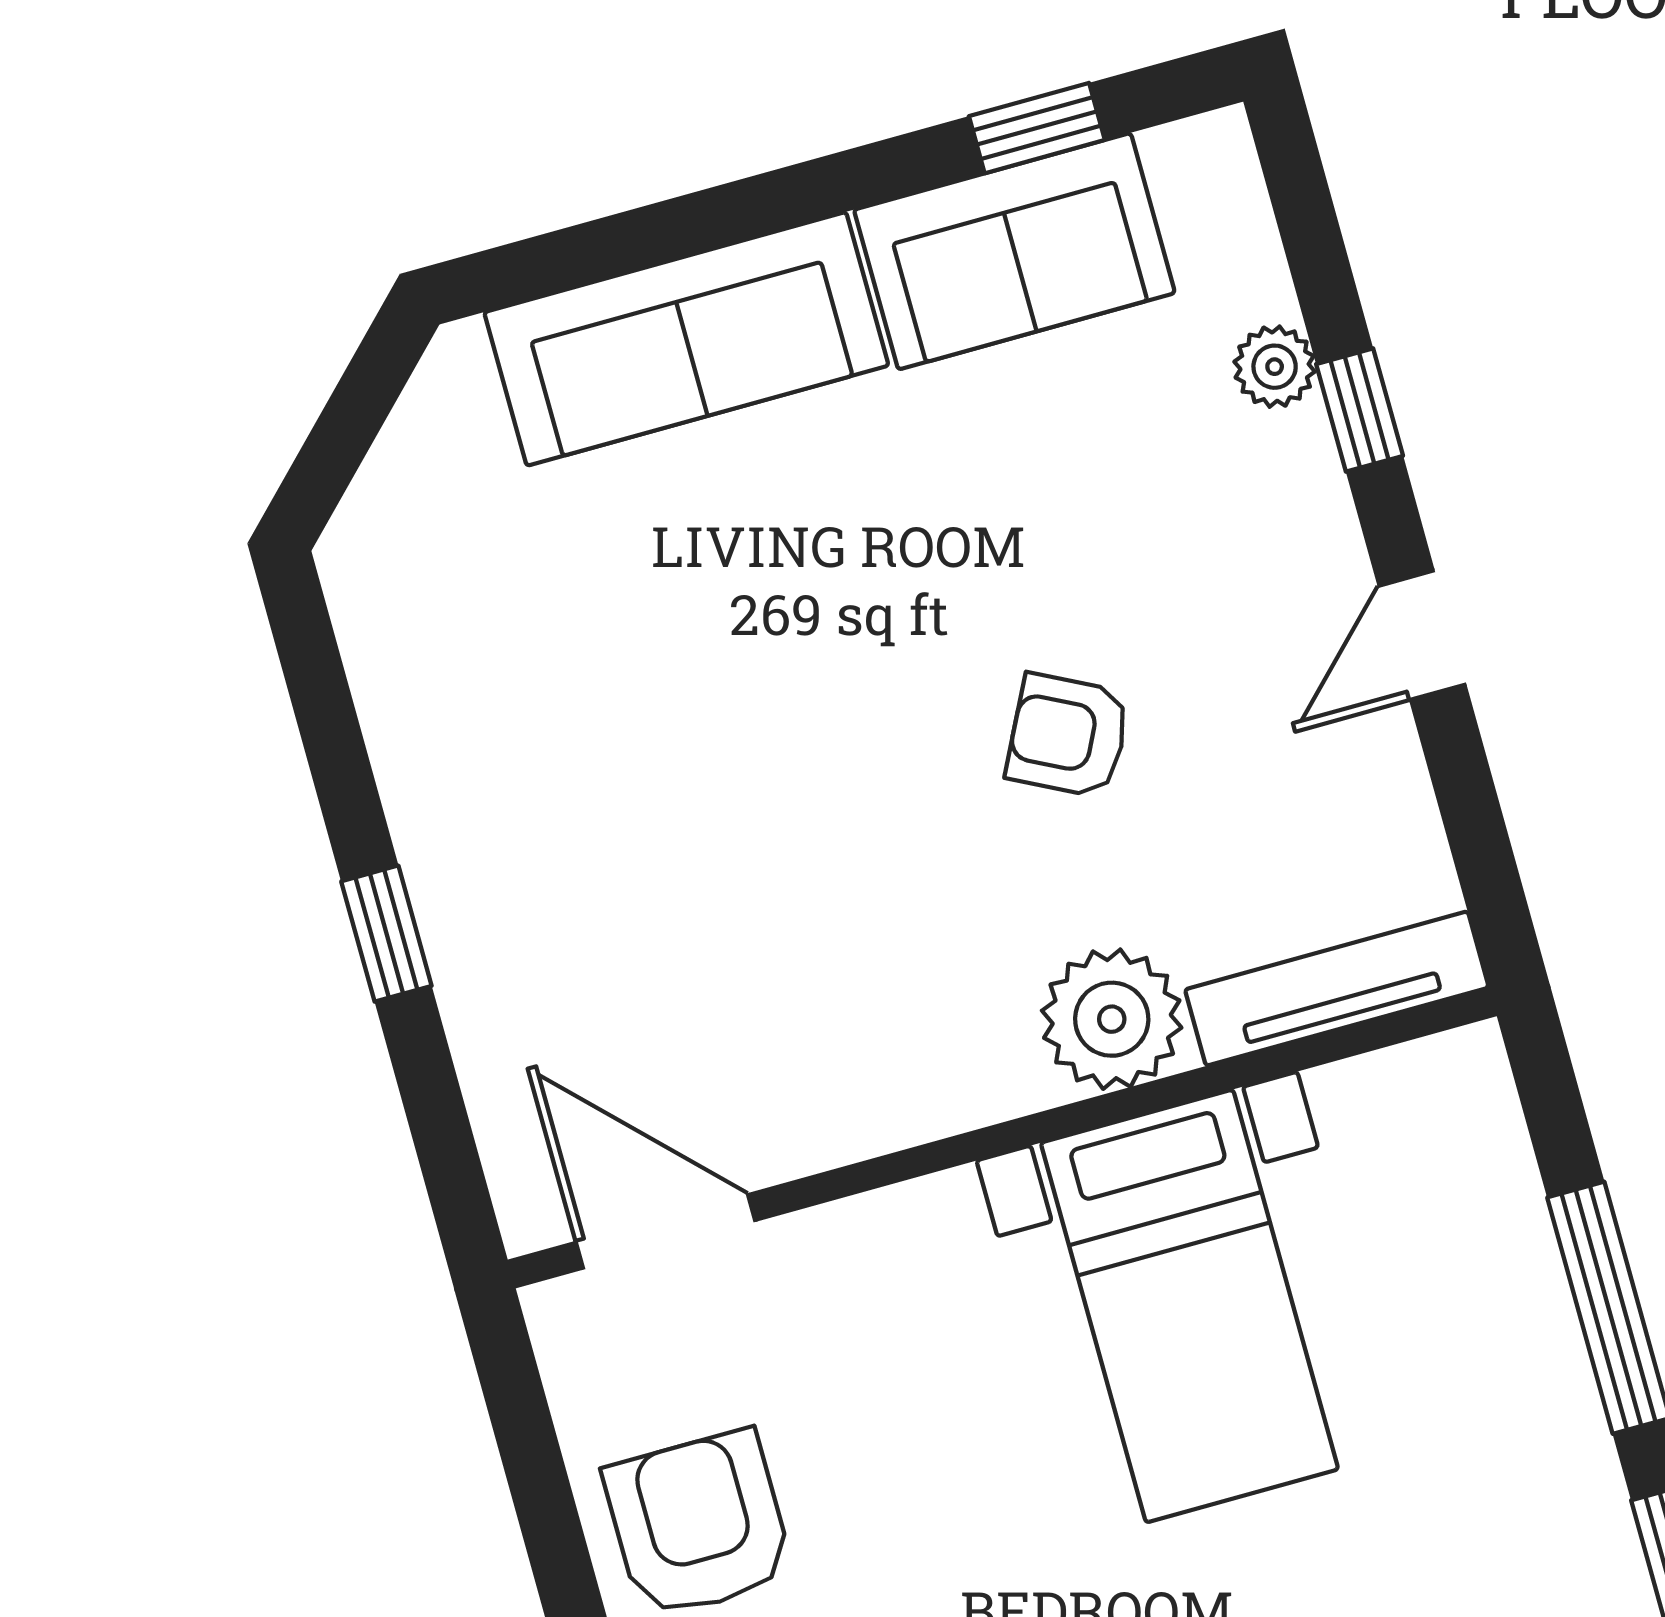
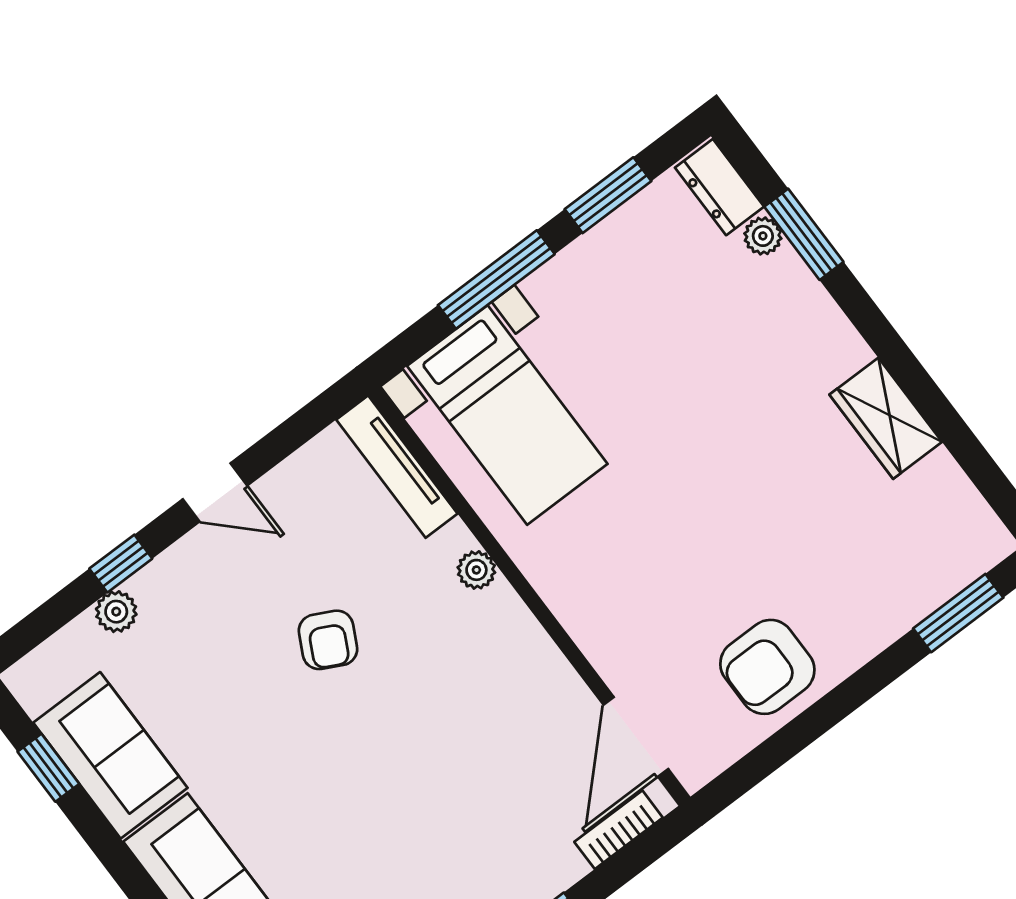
plant: (1112, 1019) -> (476, 570), width x0.53, depth x0.53
bookcase: (507, 1132) -> (619, 830), added
bed with nightstands: (1189, 1306) -> (507, 415), moved, turned 90

